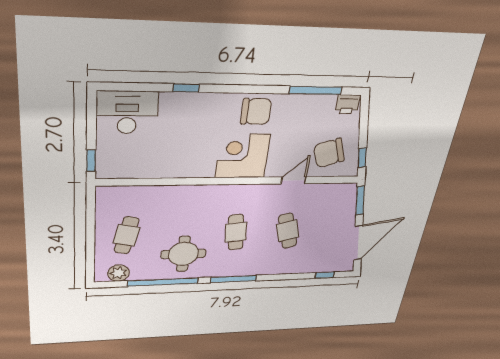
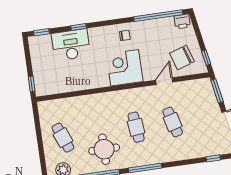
window: (122, 87) -> (41, 32), added
window: (316, 90) -> (158, 16), width x1.46
chair: (256, 111) -> (125, 35), width x0.54, depth x0.54
desk: (127, 113) -> (71, 45), moved
cafe table: (127, 235) -> (63, 138), turned -33

